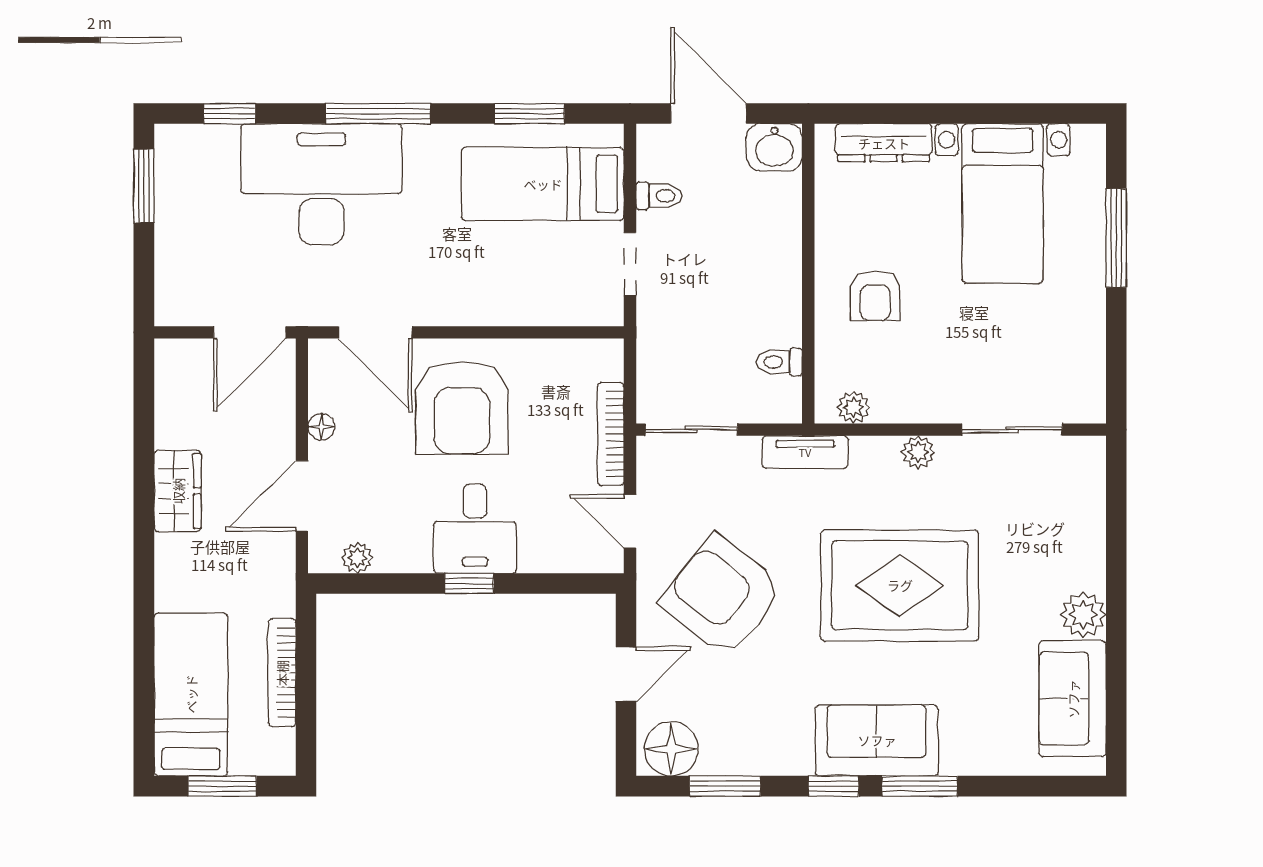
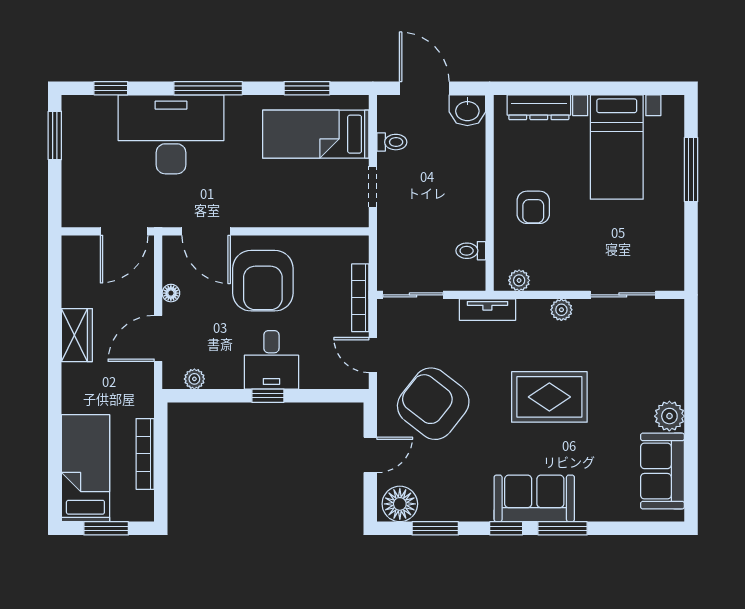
rug: (900, 585) -> (549, 397), width x0.73, depth x0.69

